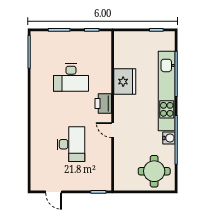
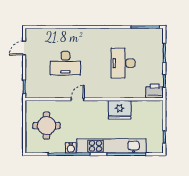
printer: (103, 104) -> (155, 91), moved
round table: (154, 171) -> (46, 126), moved

